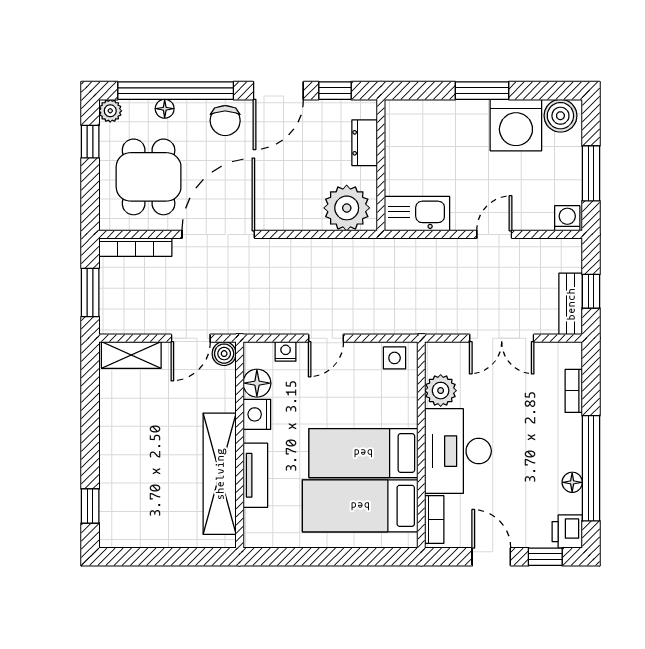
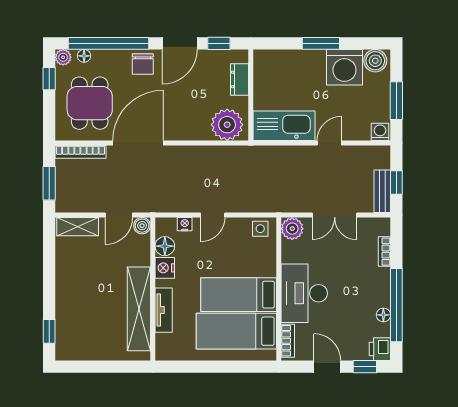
floor lamp: (165, 109) -> (84, 56), moved
kitchen sink: (417, 214) -> (284, 126), width x1.36, depth x1.24
plant: (441, 391) -> (292, 229), moved

